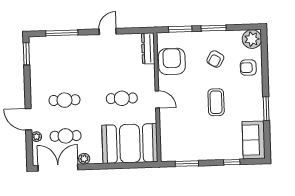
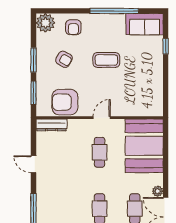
window: (266, 109) -> (114, 11), width x2.11
window: (187, 164) -> (166, 90), removed

